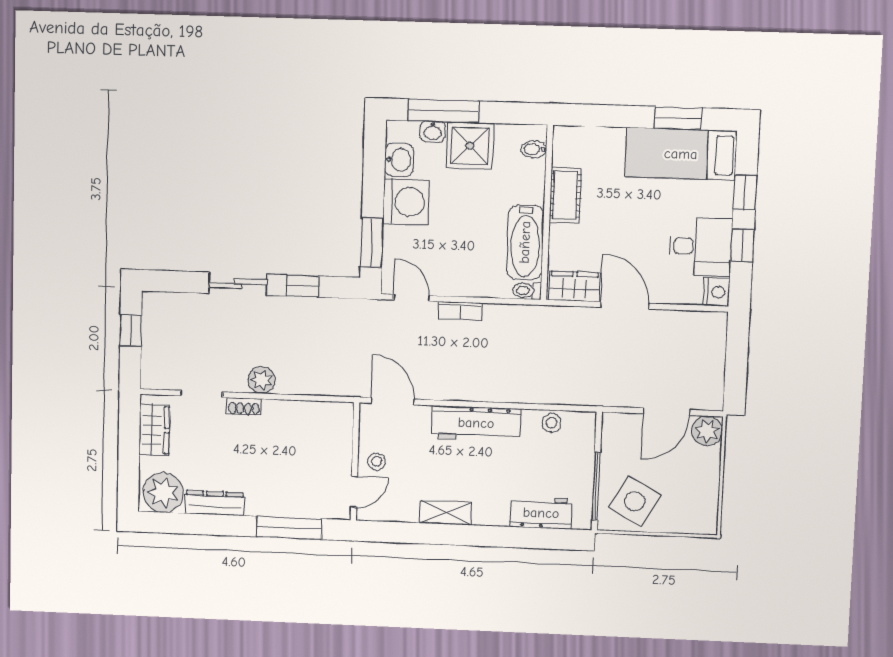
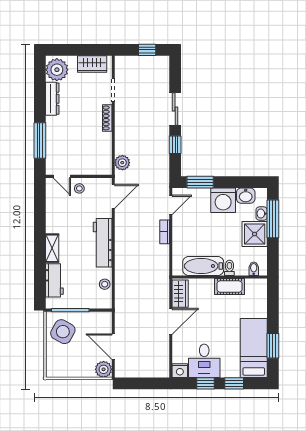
toilet: (527, 291) -> (229, 268), moved
plant: (262, 380) -> (122, 163), moved
shoe rack: (244, 406) -> (107, 118), width x1.43
shelving: (446, 513) -> (52, 248), moved

